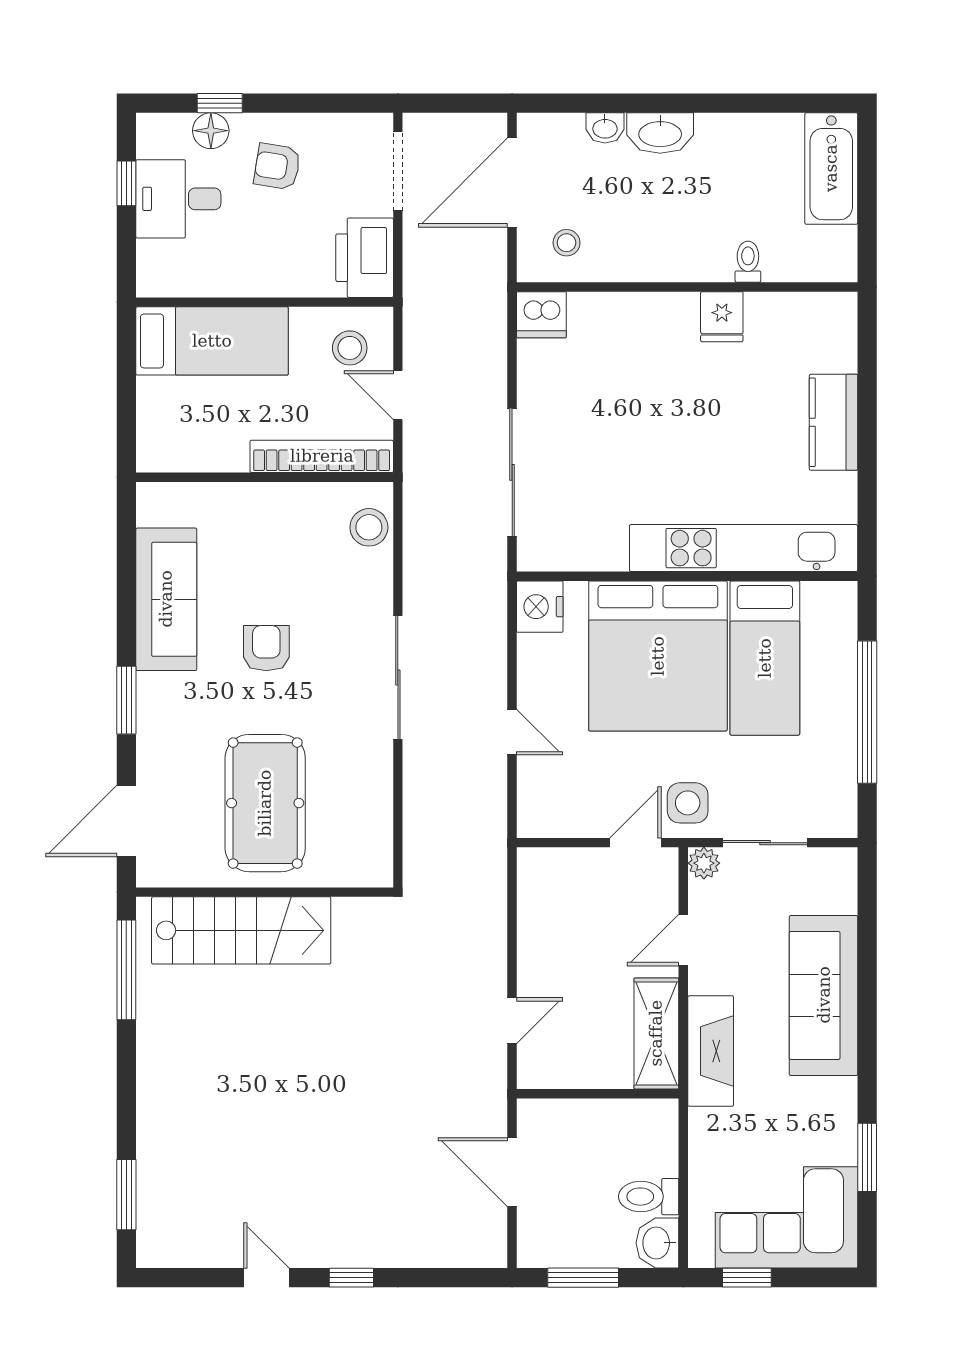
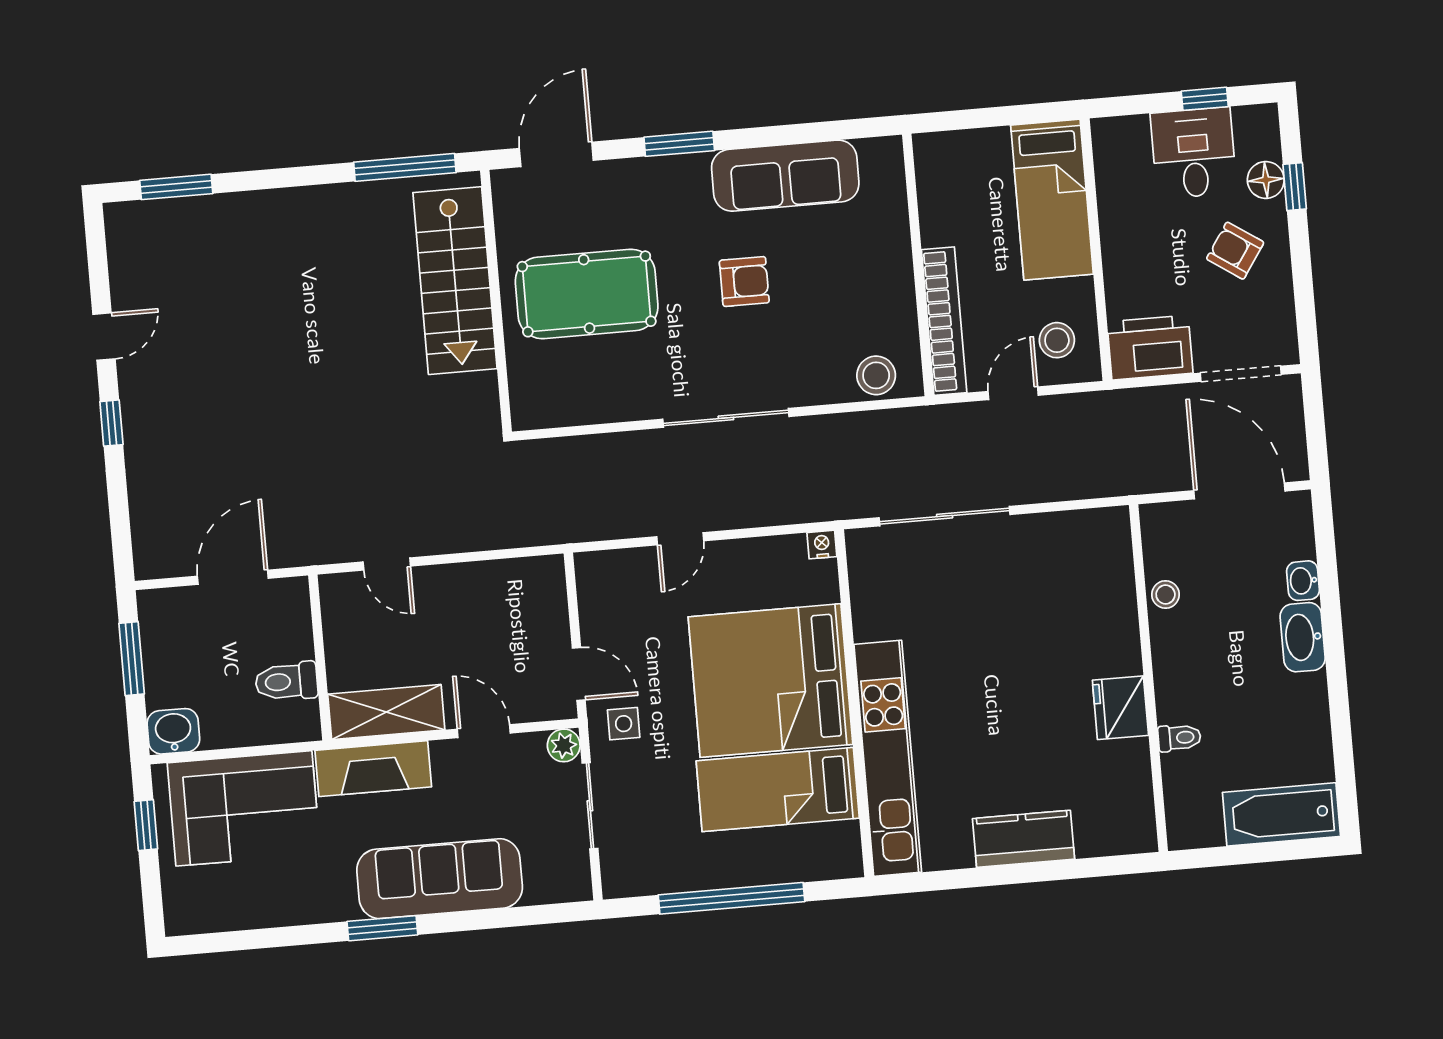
armchair: (277, 166) -> (1235, 251), turned -65
stool: (567, 243) -> (1166, 595), moved
dishwasher: (541, 315) -> (1107, 532), removed
fridge: (722, 317) -> (1120, 708), width x1.38
nightstand: (540, 607) -> (822, 545), width x0.53, depth x0.56
side table: (688, 803) -> (624, 724), width x0.73, depth x0.73
door: (126, 821) -> (556, 154), hinge flipped
window: (867, 1157) -> (382, 928), moved
toilet: (649, 1197) -> (286, 681), moved, turned -90
corner sofa: (786, 1217) -> (244, 808), moved, turned 90

